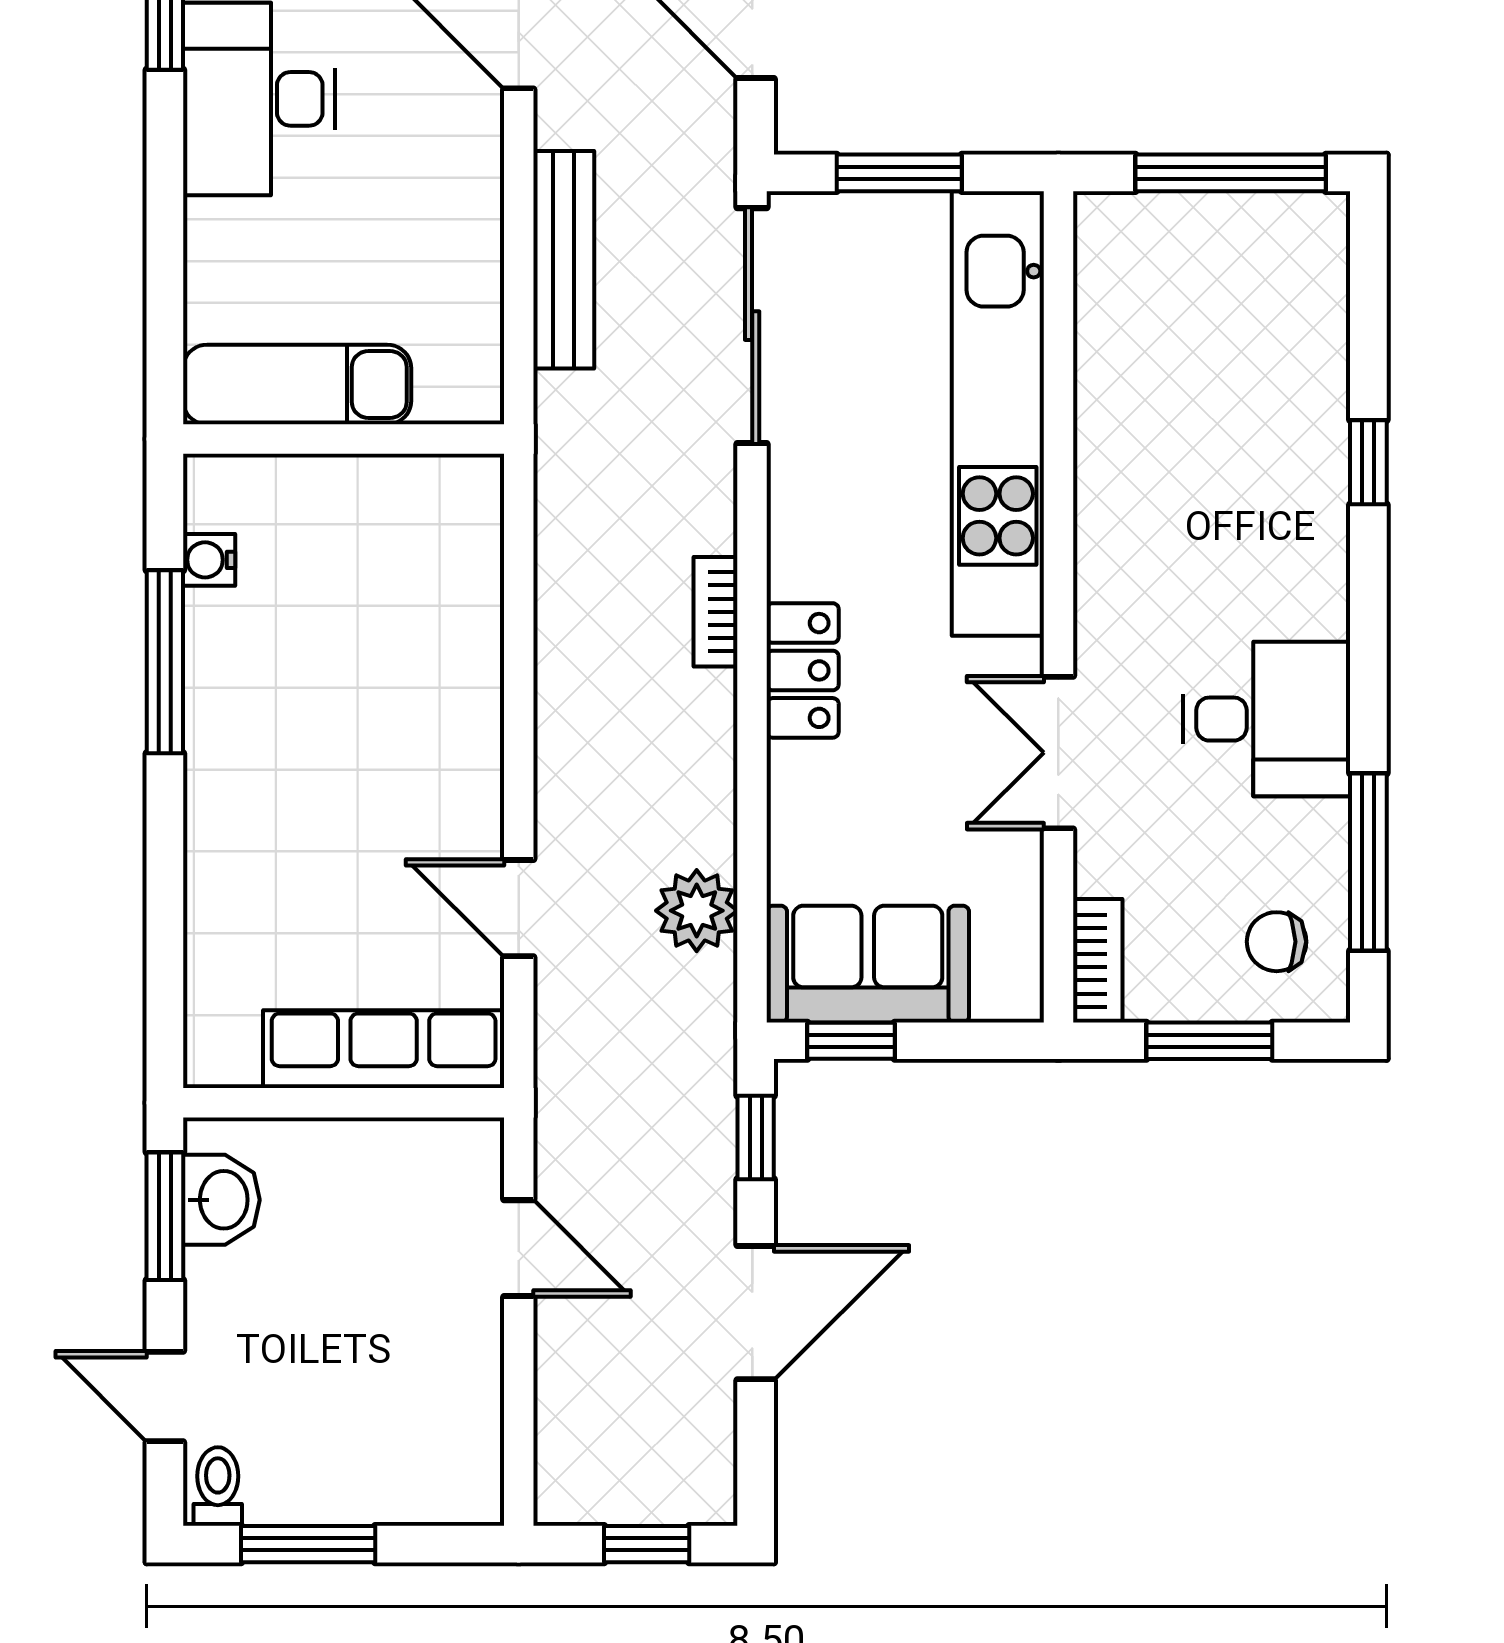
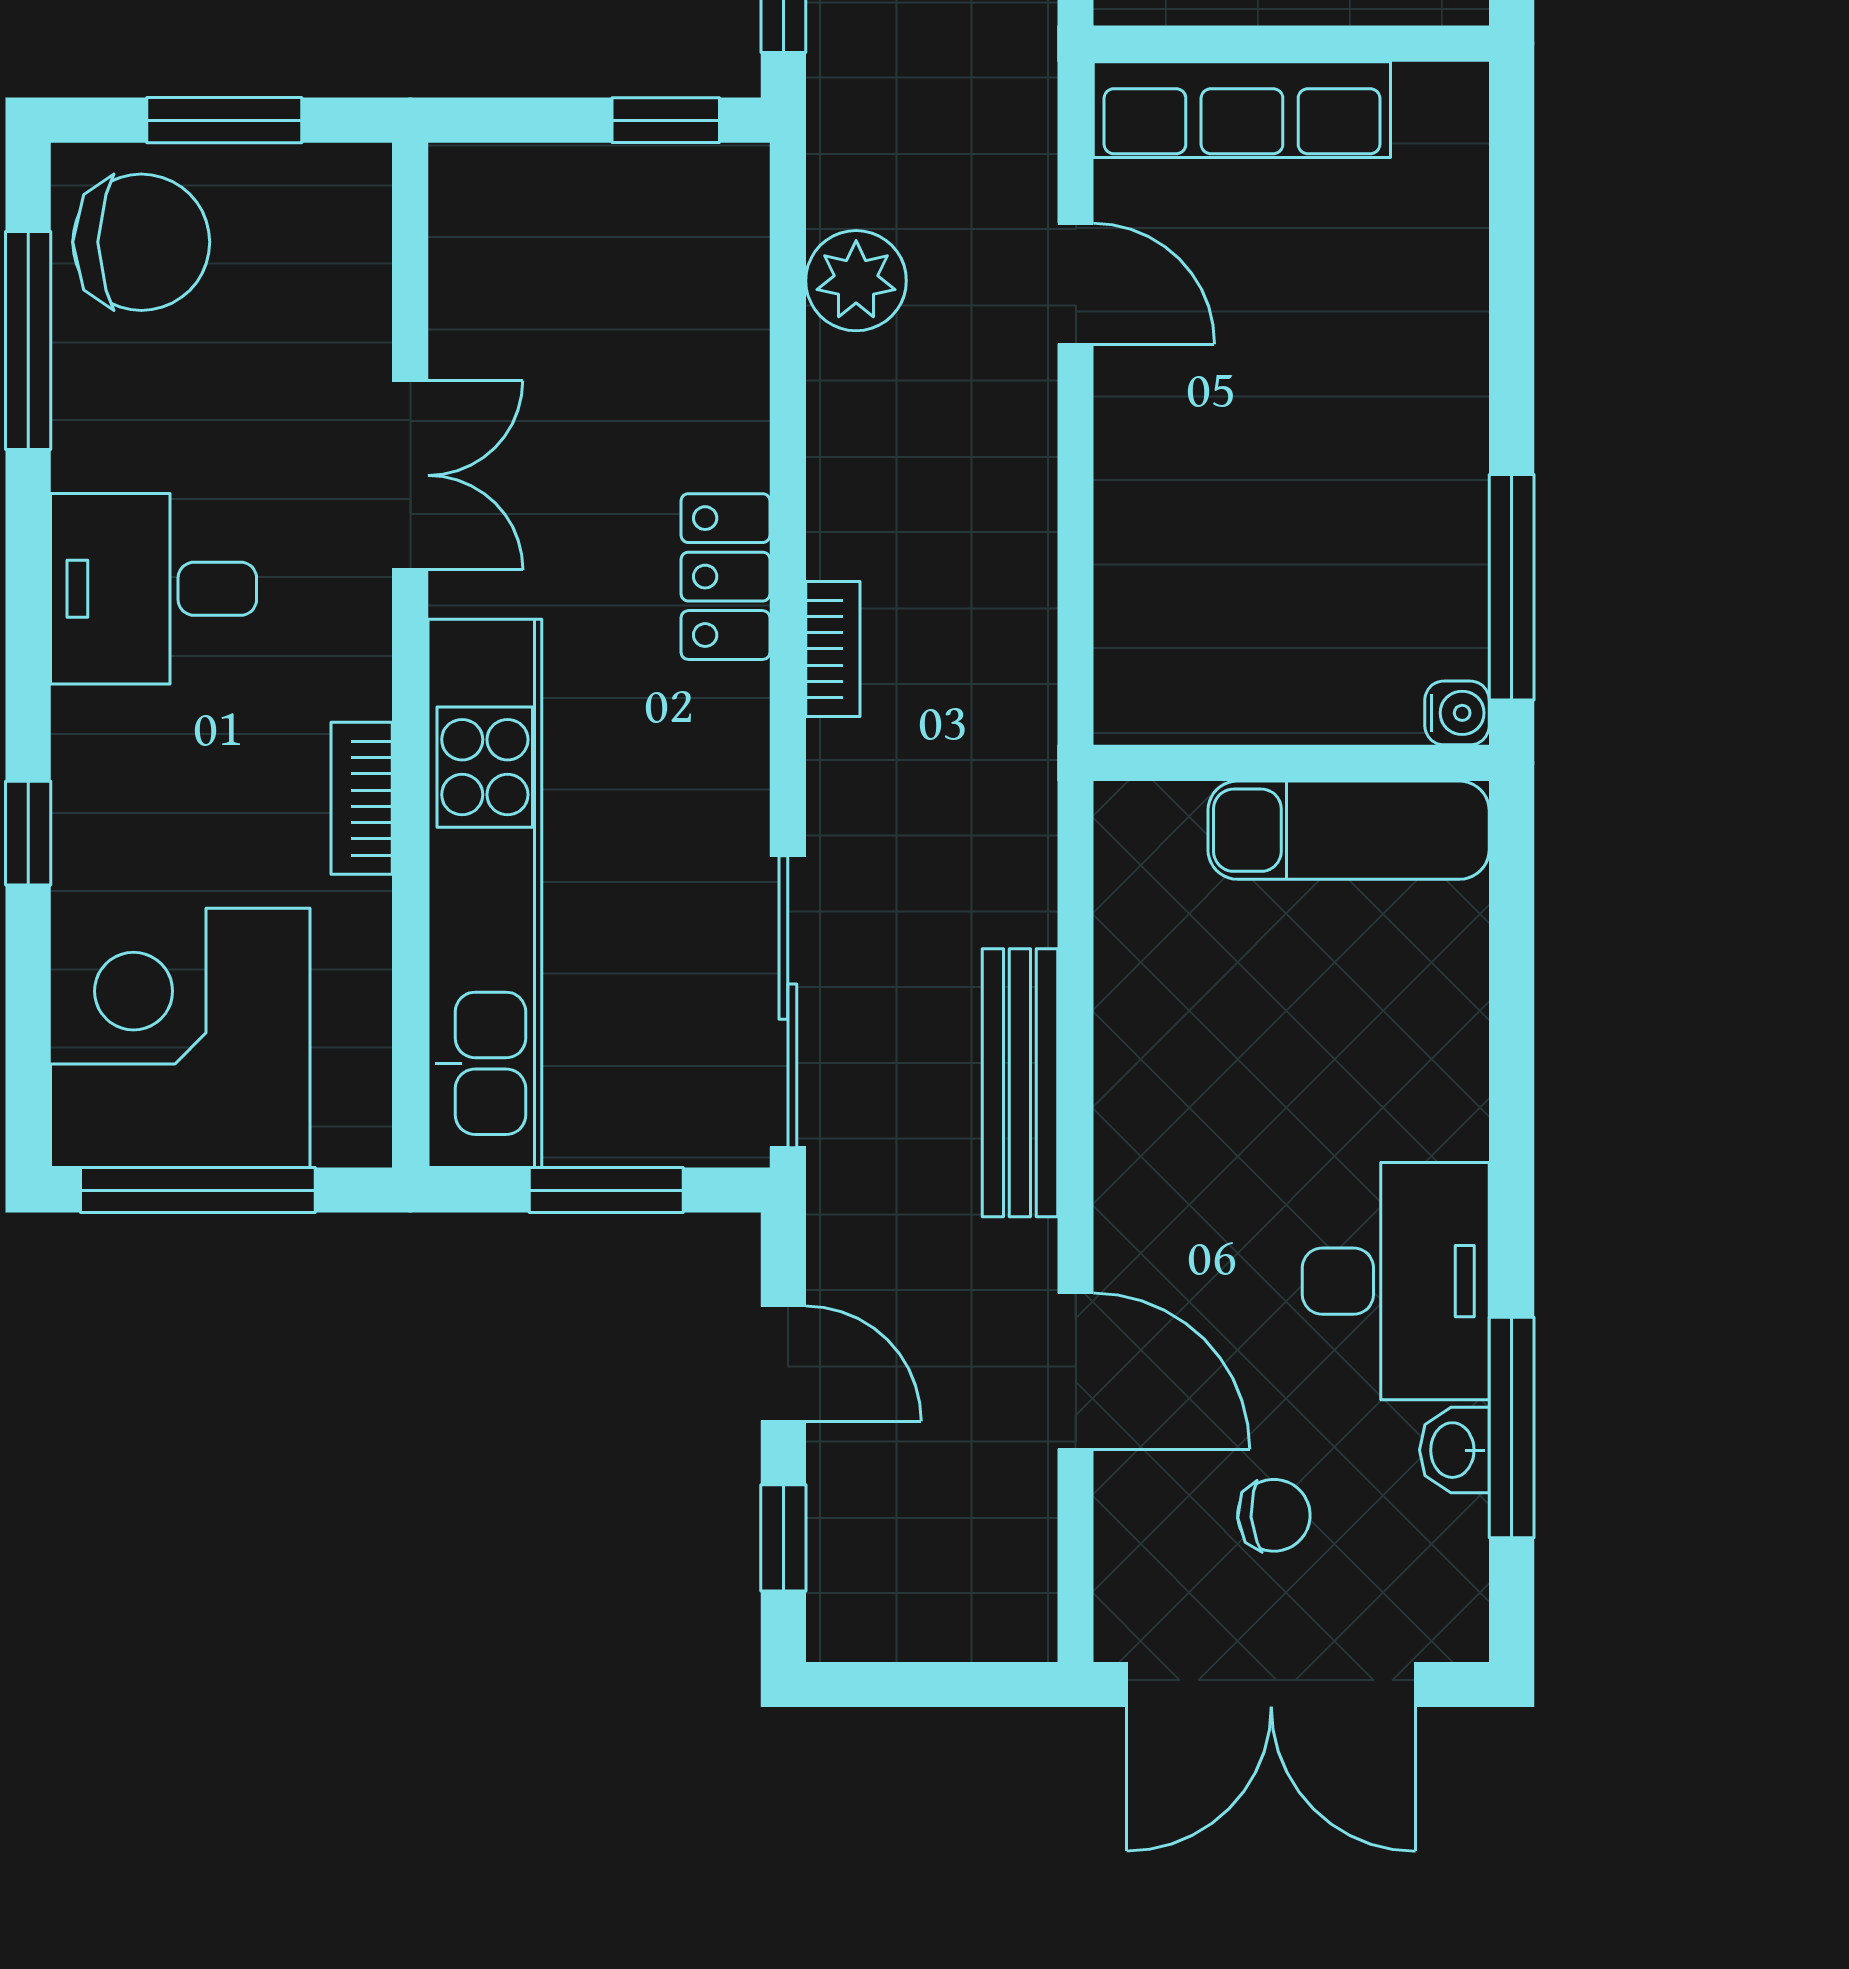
corner desk: (1245, 296) -> (180, 1038), added
exam couch: (297, 385) -> (1349, 830), moved
wall: (344, 439) -> (1291, 763), moved
desk: (1267, 719) -> (154, 589), moved
chair: (1277, 942) -> (141, 242), width x1.87, depth x1.87
bookcase: (1098, 961) -> (362, 798), moved
sofa: (868, 964) -> (645, 215), removed

